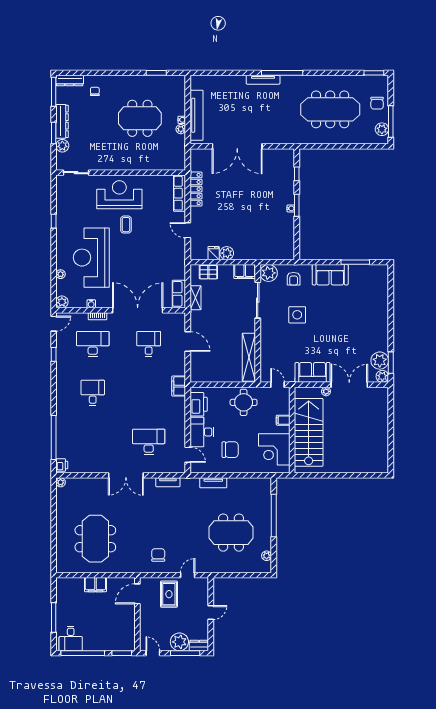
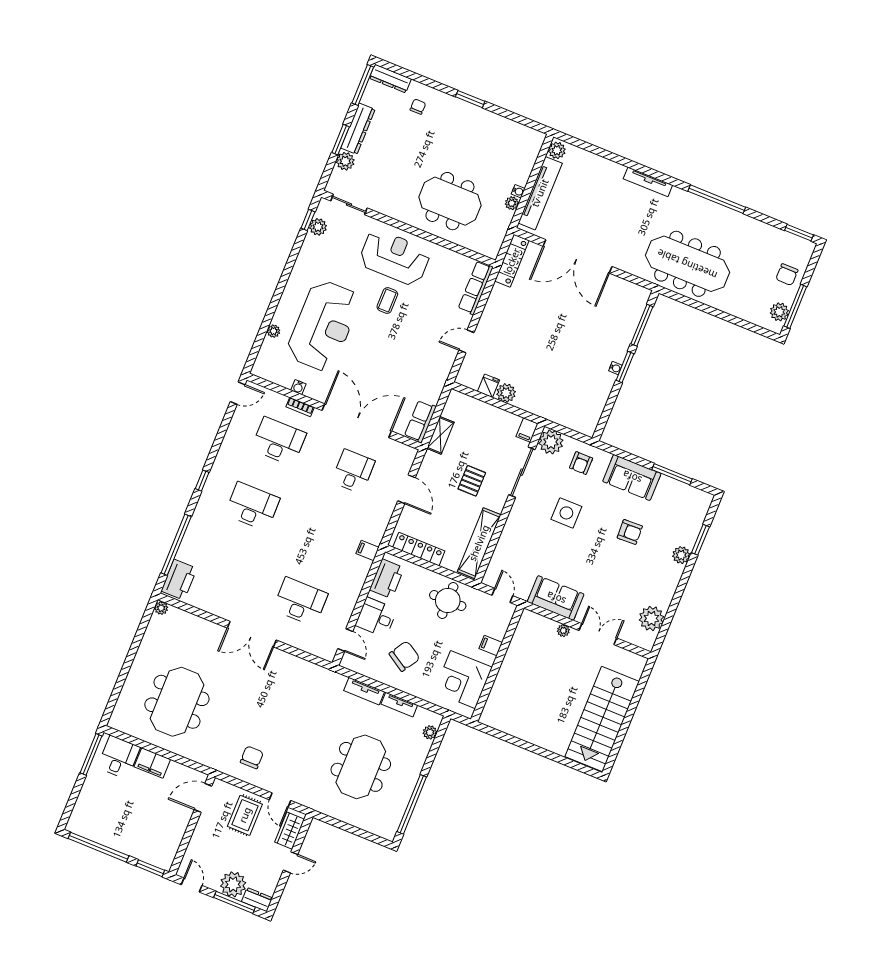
window: (156, 73) -> (470, 99), moved
window: (282, 73) -> (717, 199), moved
plant: (196, 83) -> (557, 150), added
meeting table: (330, 109) -> (687, 264), moved
meeting table: (140, 118) -> (450, 201), moved
window: (297, 174) -> (642, 325), width x2.17
locker: (196, 189) -> (512, 261), moved
window: (54, 221) -> (308, 220), moved
door: (188, 230) -> (466, 341), hinge flipped
reception desk: (91, 258) -> (323, 326), turned 180
pallet: (208, 272) -> (472, 481), moved, turned 90
filing cabinet: (245, 272) -> (527, 430), width x0.50
plant: (62, 302) -> (318, 227), moved
armchair: (343, 310) -> (630, 532), added
window: (54, 354) -> (202, 481), moved
window: (391, 363) -> (700, 540), moved
plant: (382, 376) -> (681, 555), moved
locker: (211, 377) -> (419, 549), added
double door: (349, 385) -> (598, 634), width x0.73
filing cabinet: (179, 386) -> (368, 551), width x0.50
desk: (93, 393) -> (252, 506), width x1.37
desk: (202, 432) -> (376, 617), width x0.73
stairs: (309, 432) -> (602, 719), moved, turned 180
chair: (230, 450) -> (404, 656), turned -58
printer: (62, 465) -> (179, 580), width x1.87, depth x1.48
tv unit: (168, 482) -> (399, 705), moved
window: (274, 516) -> (412, 804), moved
meeting table: (231, 533) -> (361, 767), turned 90
plant: (267, 556) -> (430, 732), moved
door: (188, 575) -> (280, 800), swing flipped
wardrobe: (202, 592) -> (290, 831), added
window: (54, 618) -> (91, 754), moved
desk: (71, 638) -> (119, 757), moved, turned 180

